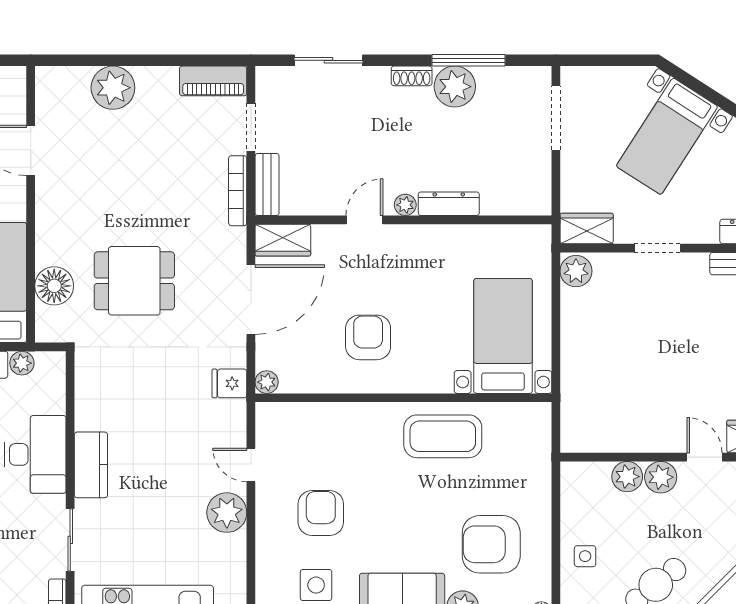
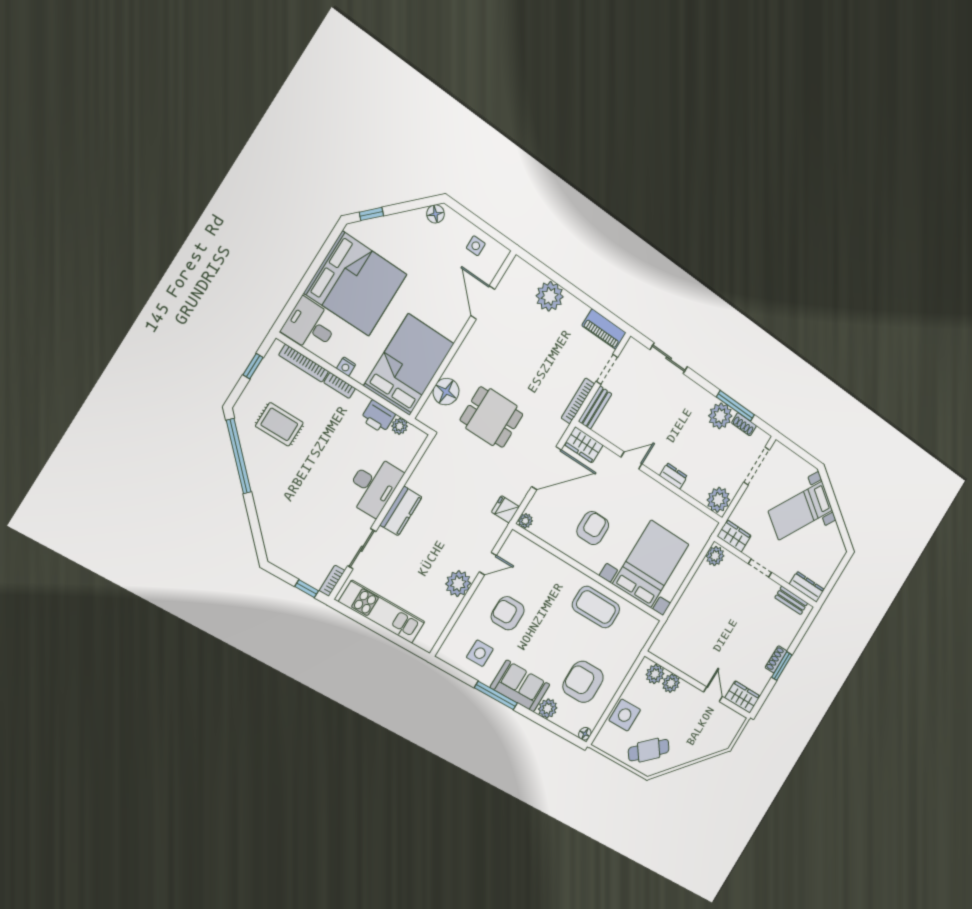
shoe rack: (412, 76) -> (744, 424), moved
dresser: (449, 204) -> (673, 476), width x0.70
plant: (405, 205) -> (718, 500), moved, width x1.87, depth x1.87
bed with nightstands: (503, 336) -> (651, 564), width x1.36
door: (251, 465) -> (488, 564), swing flipped
plant: (661, 477) -> (655, 674), moved
armchair: (321, 513) -> (508, 613), turned -90
side table: (585, 556) -> (625, 715), width x1.87, depth x1.87

